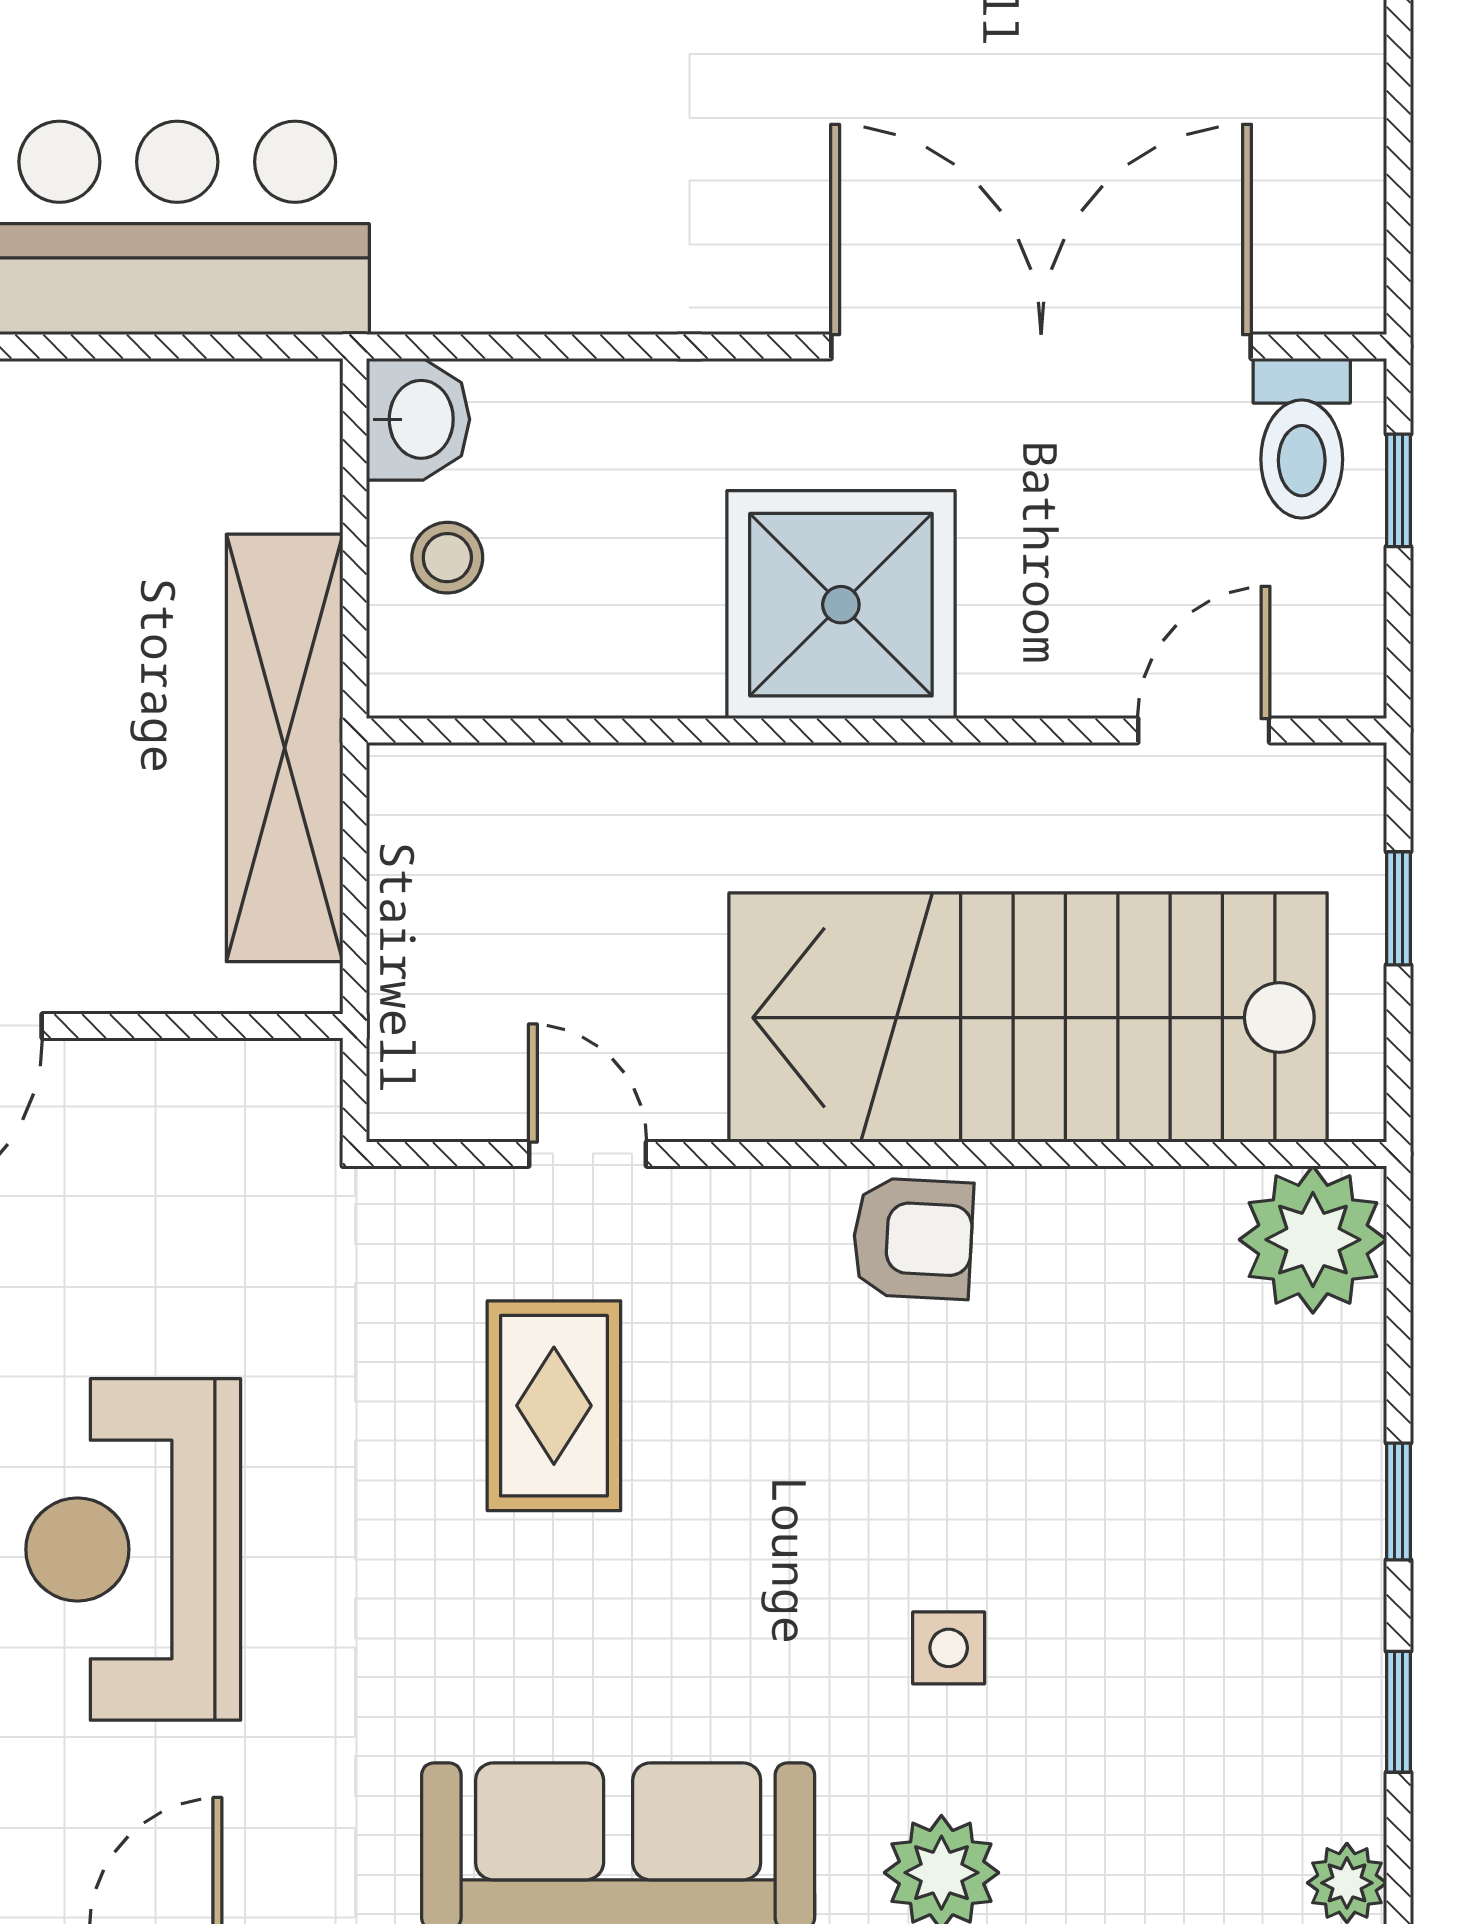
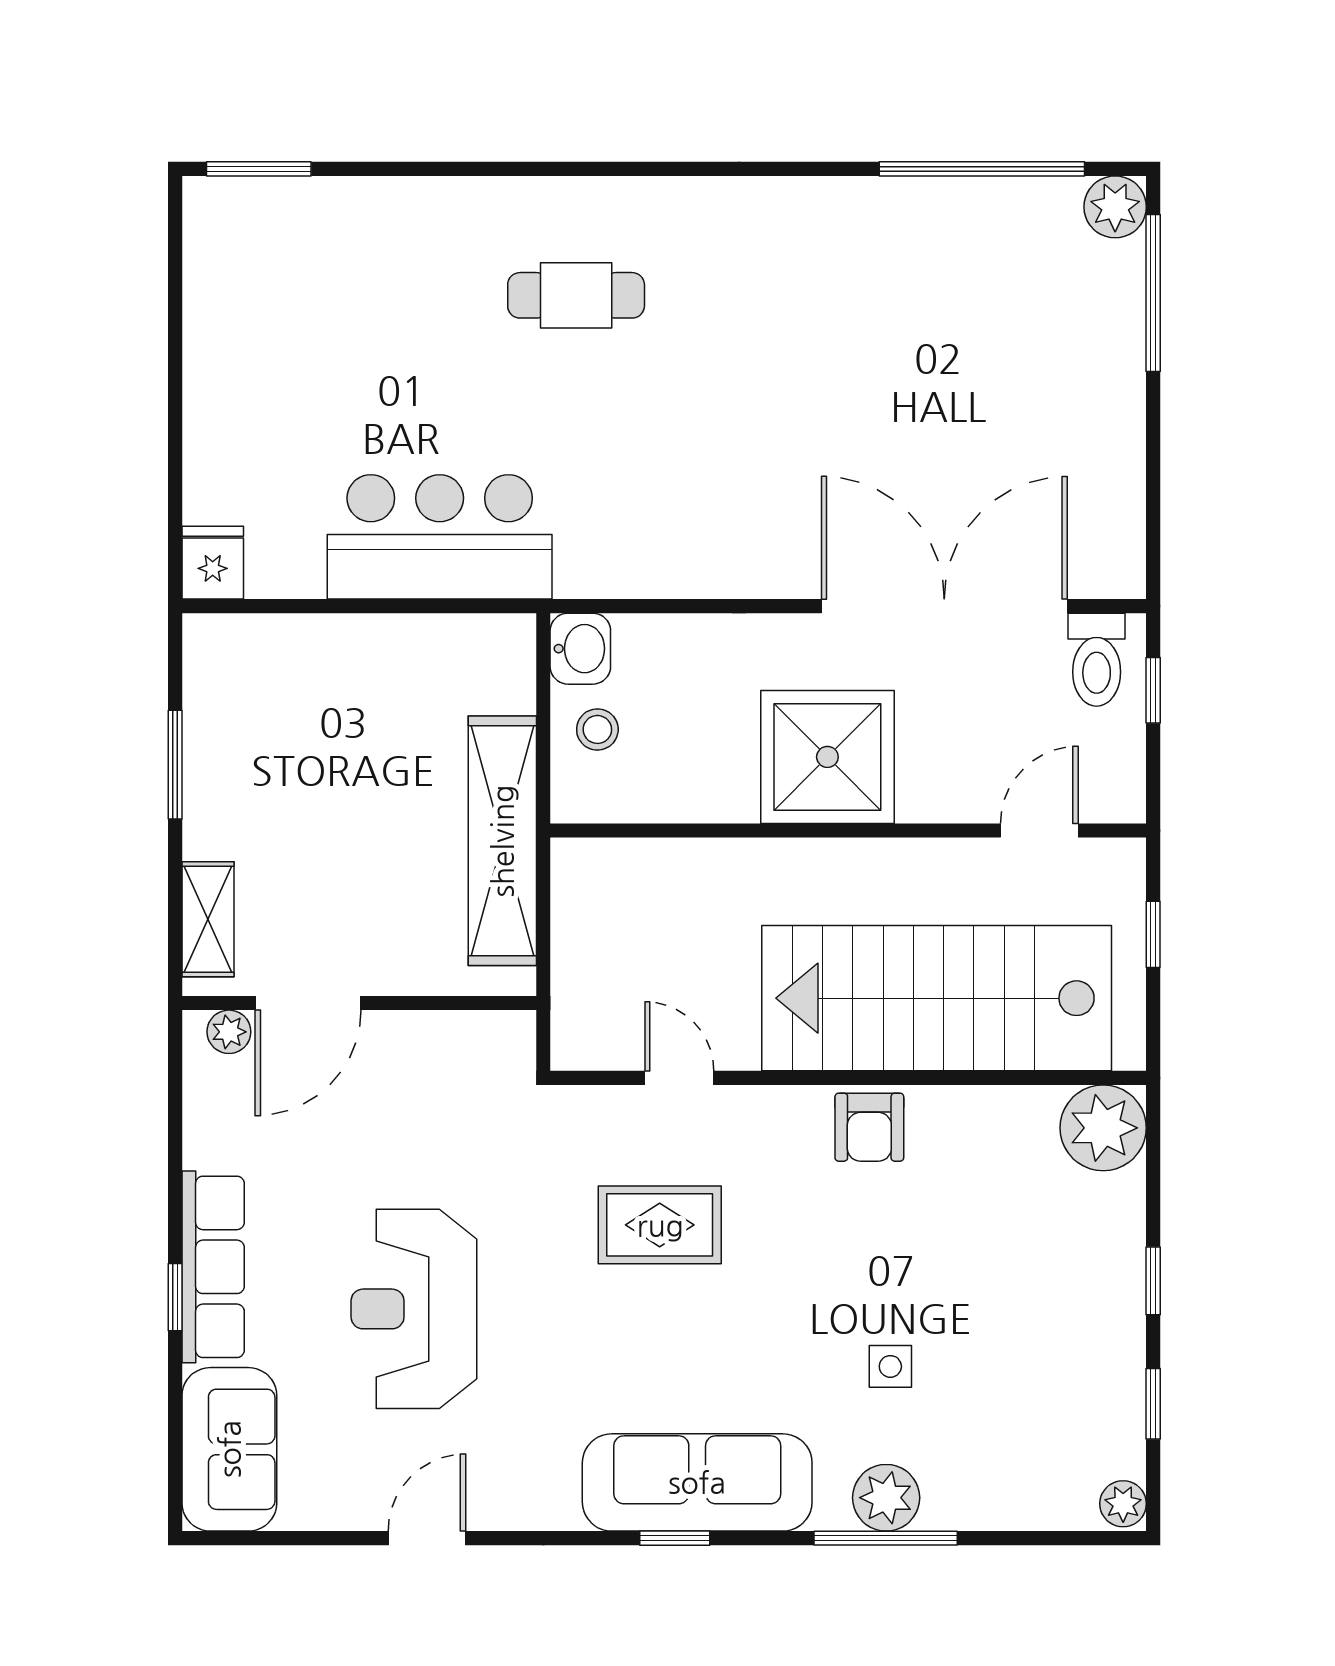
armchair: (913, 1238) -> (869, 1127), turned 87
rug: (554, 1406) -> (660, 1225), turned 90

